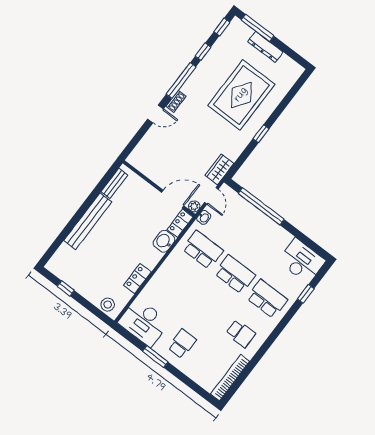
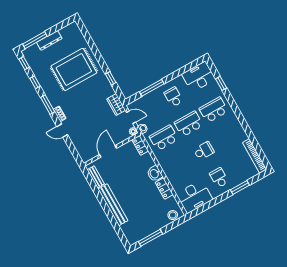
window: (181, 80) -> (48, 105), width x0.69
rug: (241, 95) -> (74, 69), turned 90
door: (156, 114) -> (62, 131), swing flipped
window: (261, 134) -> (111, 78), moved
door: (173, 199) -> (108, 151), moved
window: (261, 206) -> (152, 88), width x0.68
school desk: (261, 240) -> (173, 97), added
washbasin: (164, 241) -> (155, 174), moved
window: (66, 288) -> (150, 238), width x2.17
school desk: (241, 334) -> (204, 151), moved
window: (155, 357) -> (240, 187), moved

